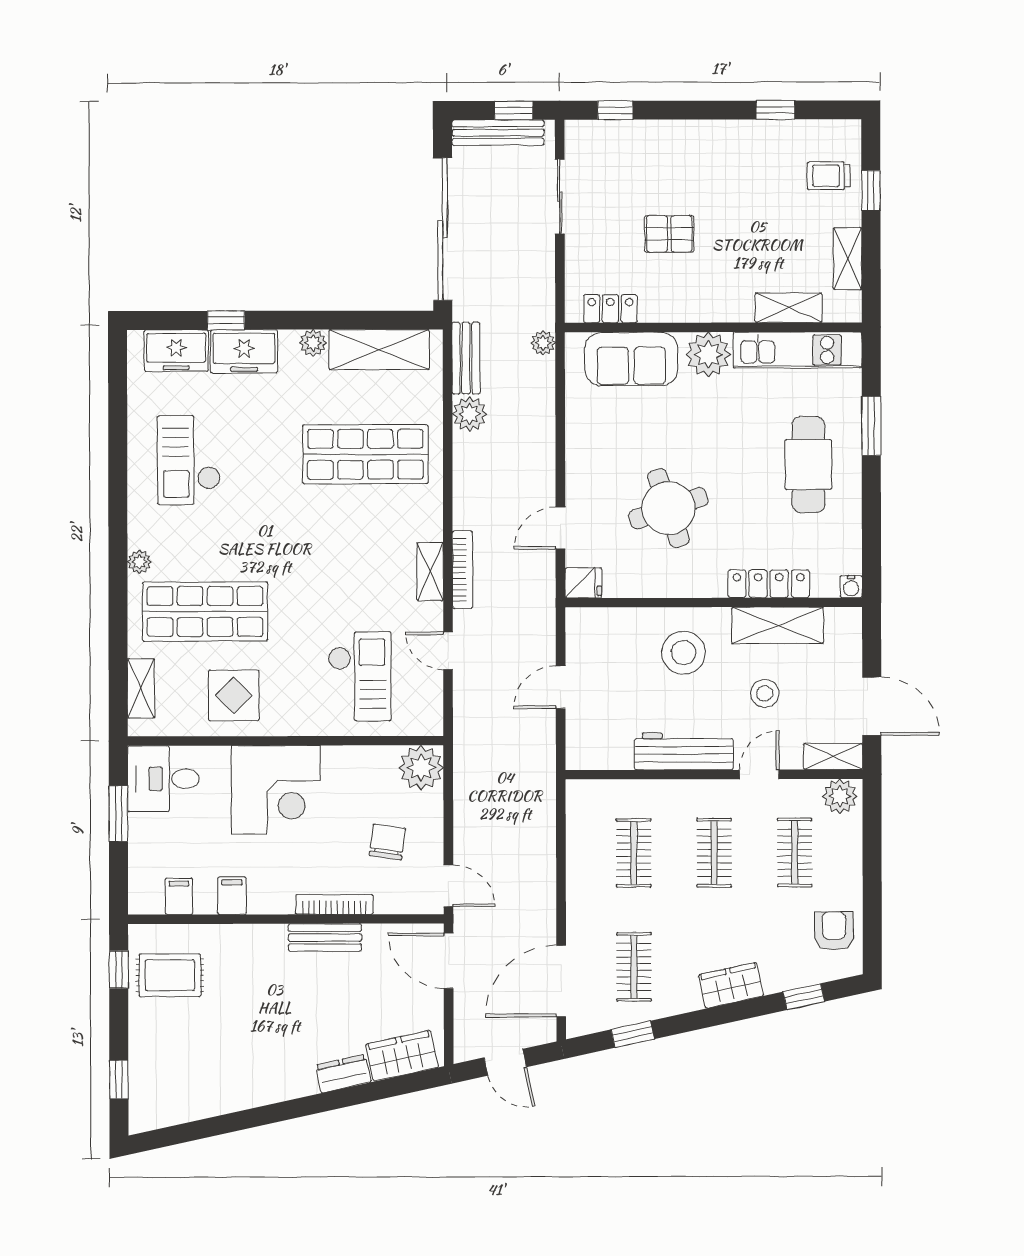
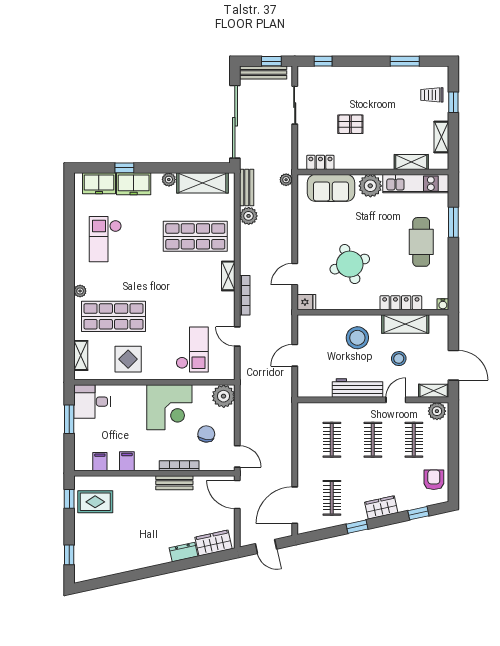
window: (775, 110) -> (405, 61), width x1.50
shelving: (430, 572) -> (228, 276), moved
corner desk: (276, 790) -> (169, 407), moved
window: (633, 1034) -> (357, 527), moved

